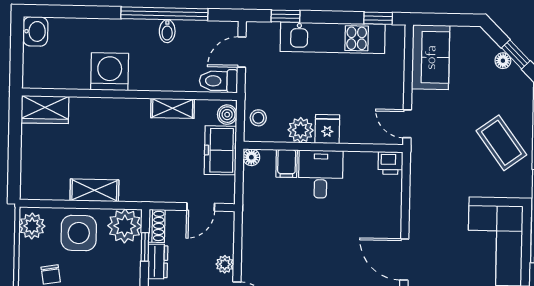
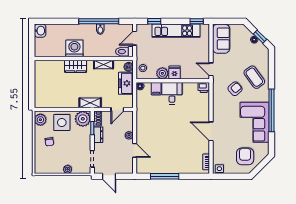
wardrobe: (45, 110) -> (76, 66), moved
armchair: (459, 167) -> (235, 89), added
shelving: (94, 190) -> (90, 103), moved

